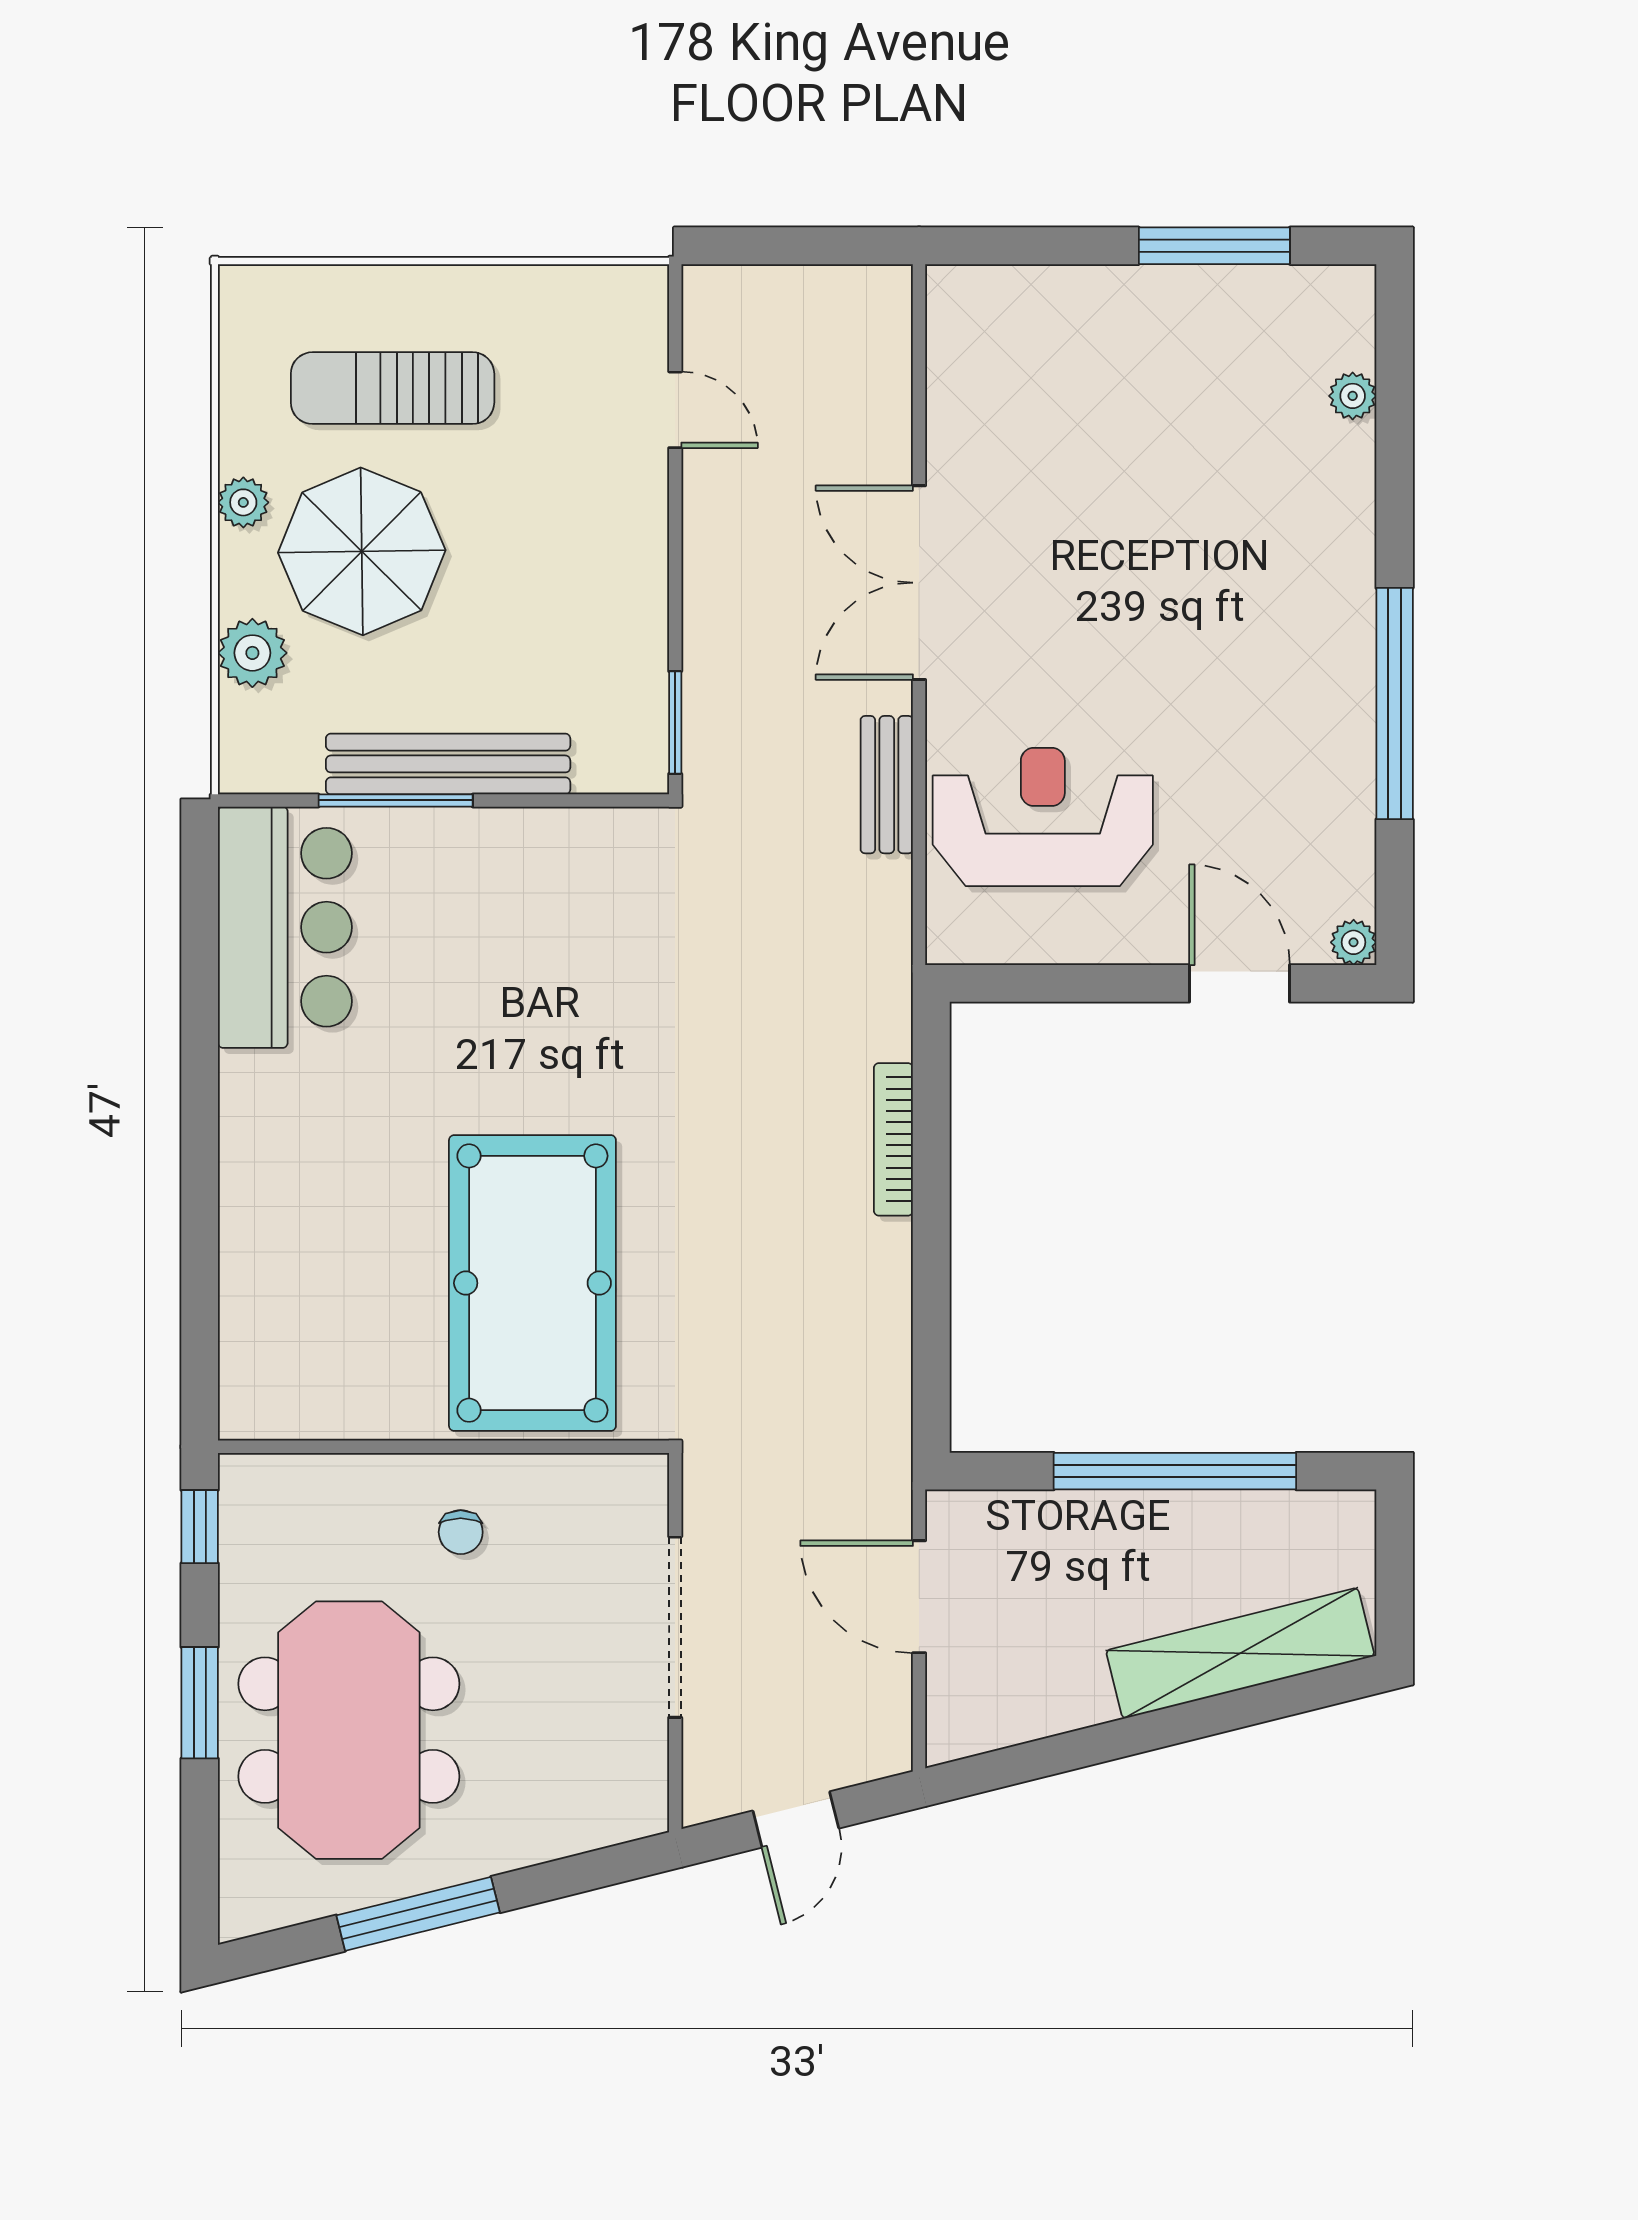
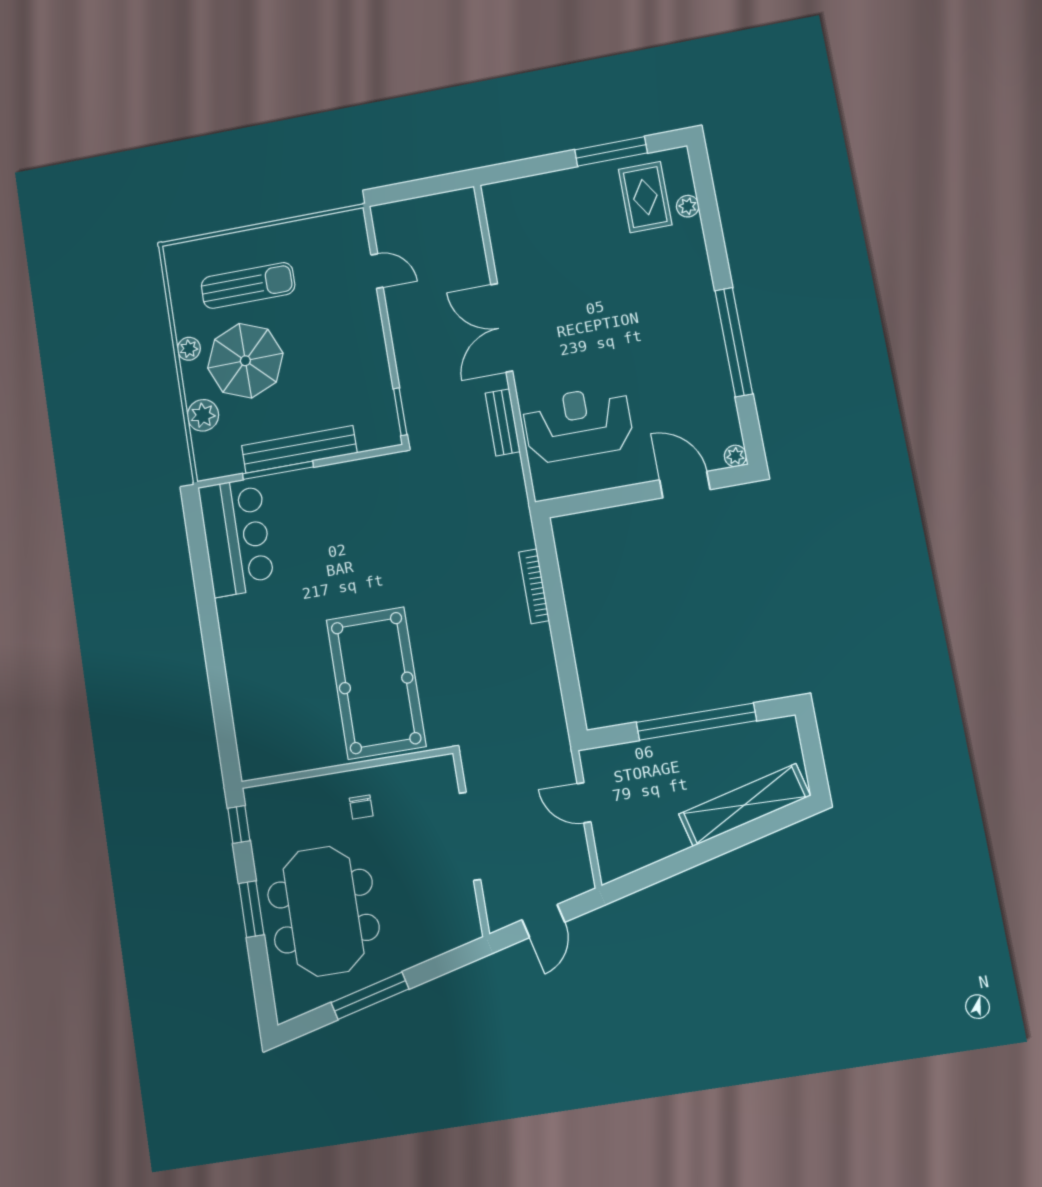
rug: (1268, 359) -> (645, 197), added
sun lounger: (393, 388) -> (248, 285), turned 180
door: (919, 1597) -> (584, 803), width x0.73

